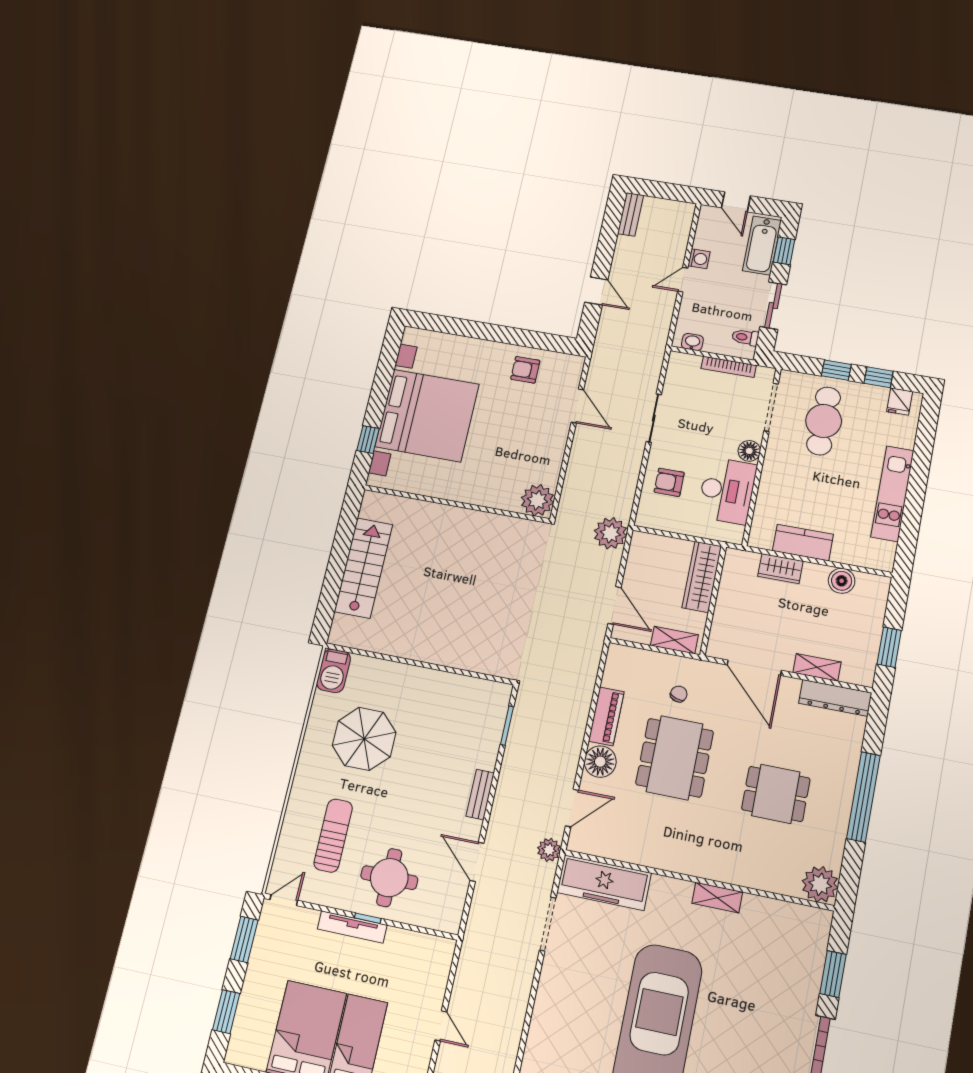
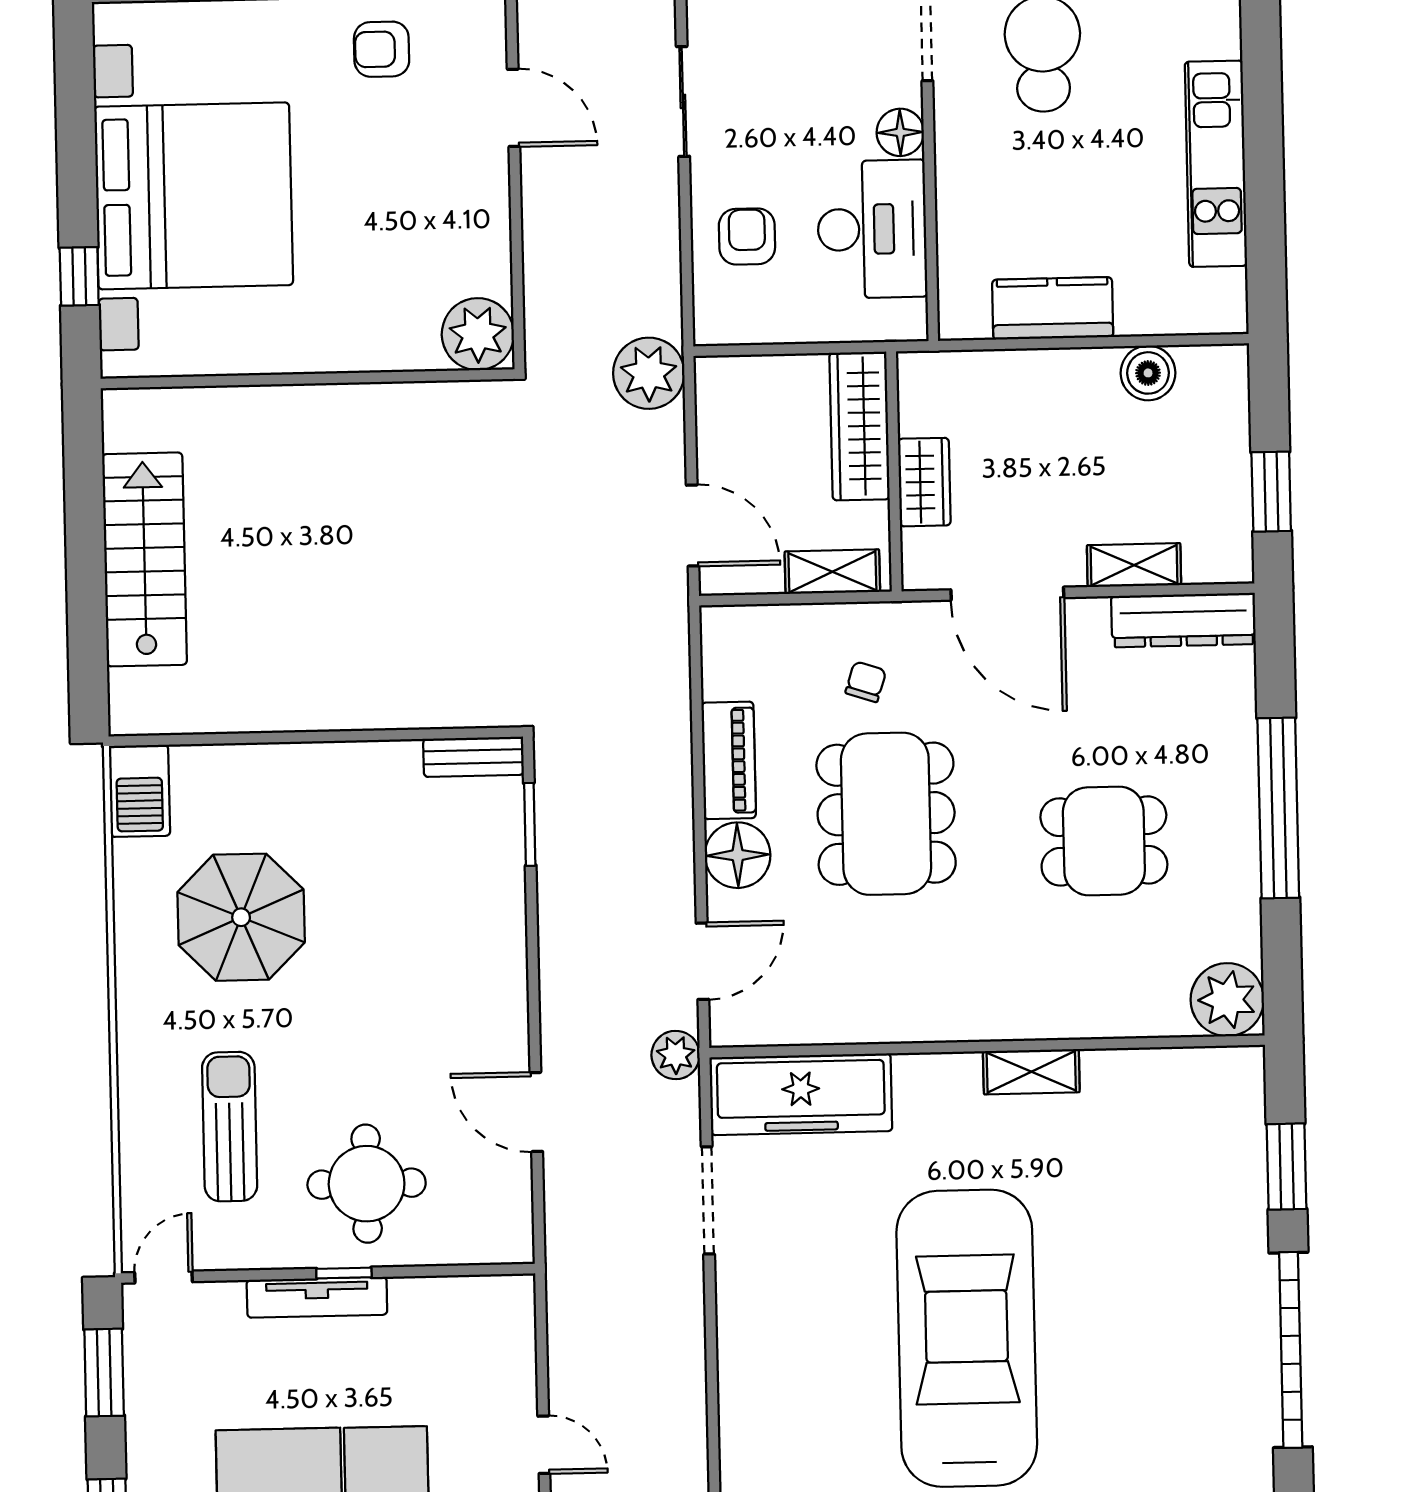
armchair: (669, 482) -> (747, 236), turned 90
wardrobe: (780, 569) -> (924, 482), moved, turned -90
bench: (480, 795) -> (474, 757), moved, turned 90

